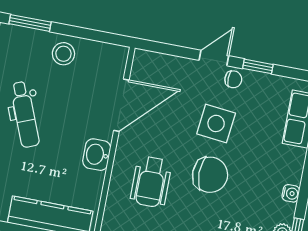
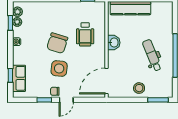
door: (121, 105) -> (106, 81), moved
chair: (210, 175) -> (57, 43), turned -73
wheelchair: (151, 182) -> (85, 34), turned 180

